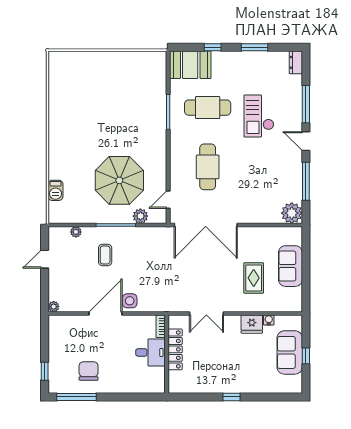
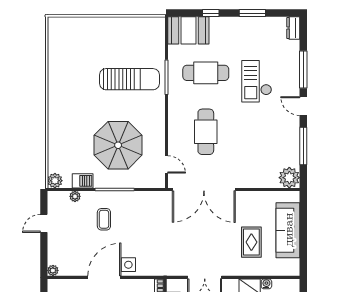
sun lounger: (131, 114) -> (129, 79), added
barbecue: (56, 190) -> (83, 181), moved, turned -90
door: (168, 200) -> (167, 164), swing flipped
plant: (140, 216) -> (55, 181), moved
sofa: (290, 266) -> (288, 230), width x1.36

